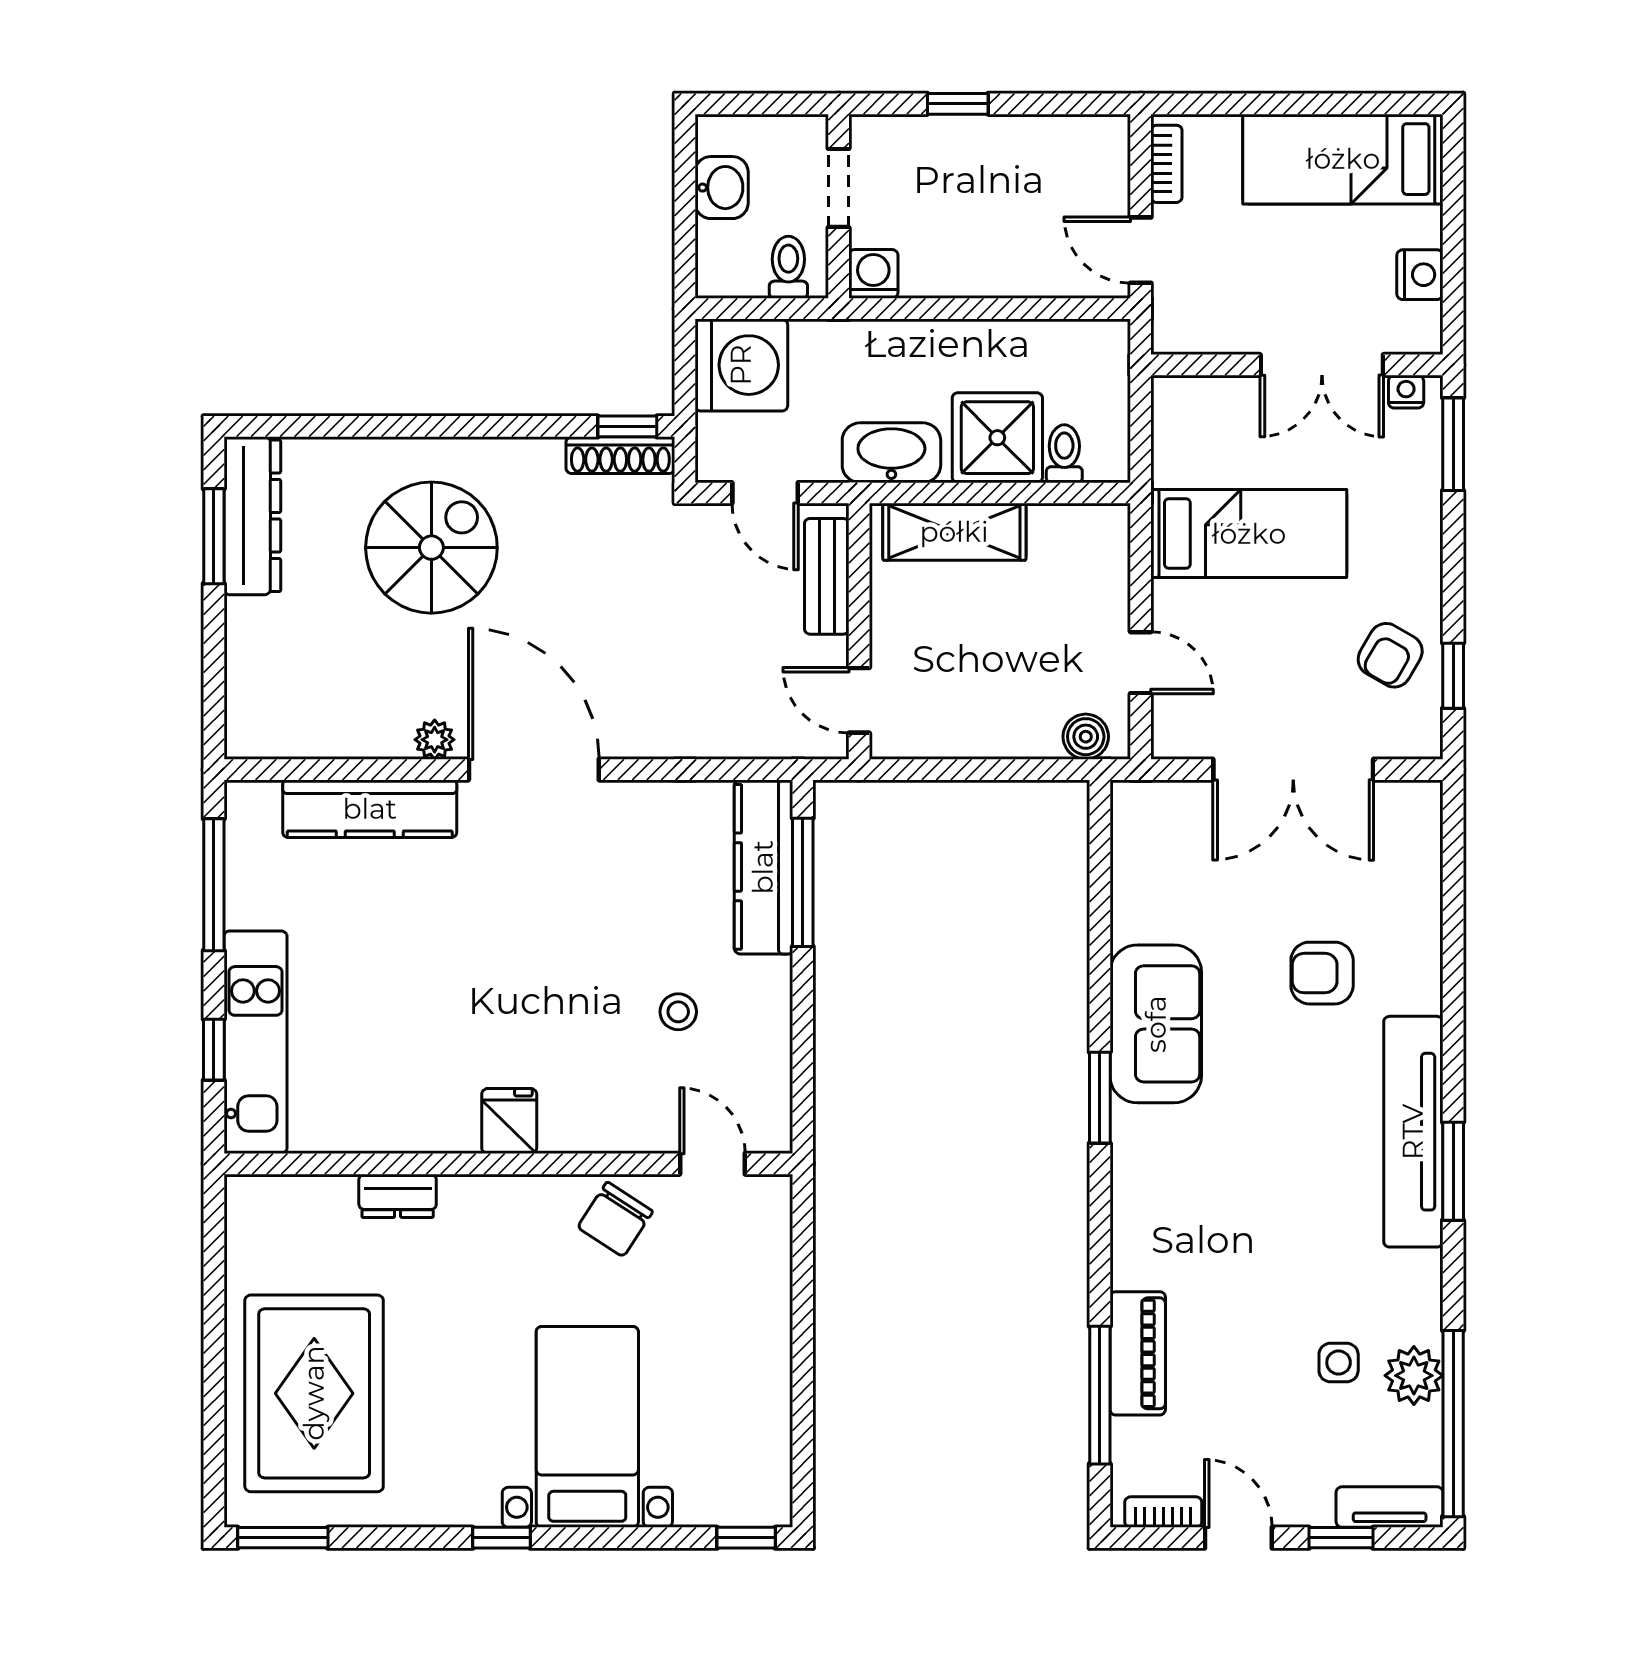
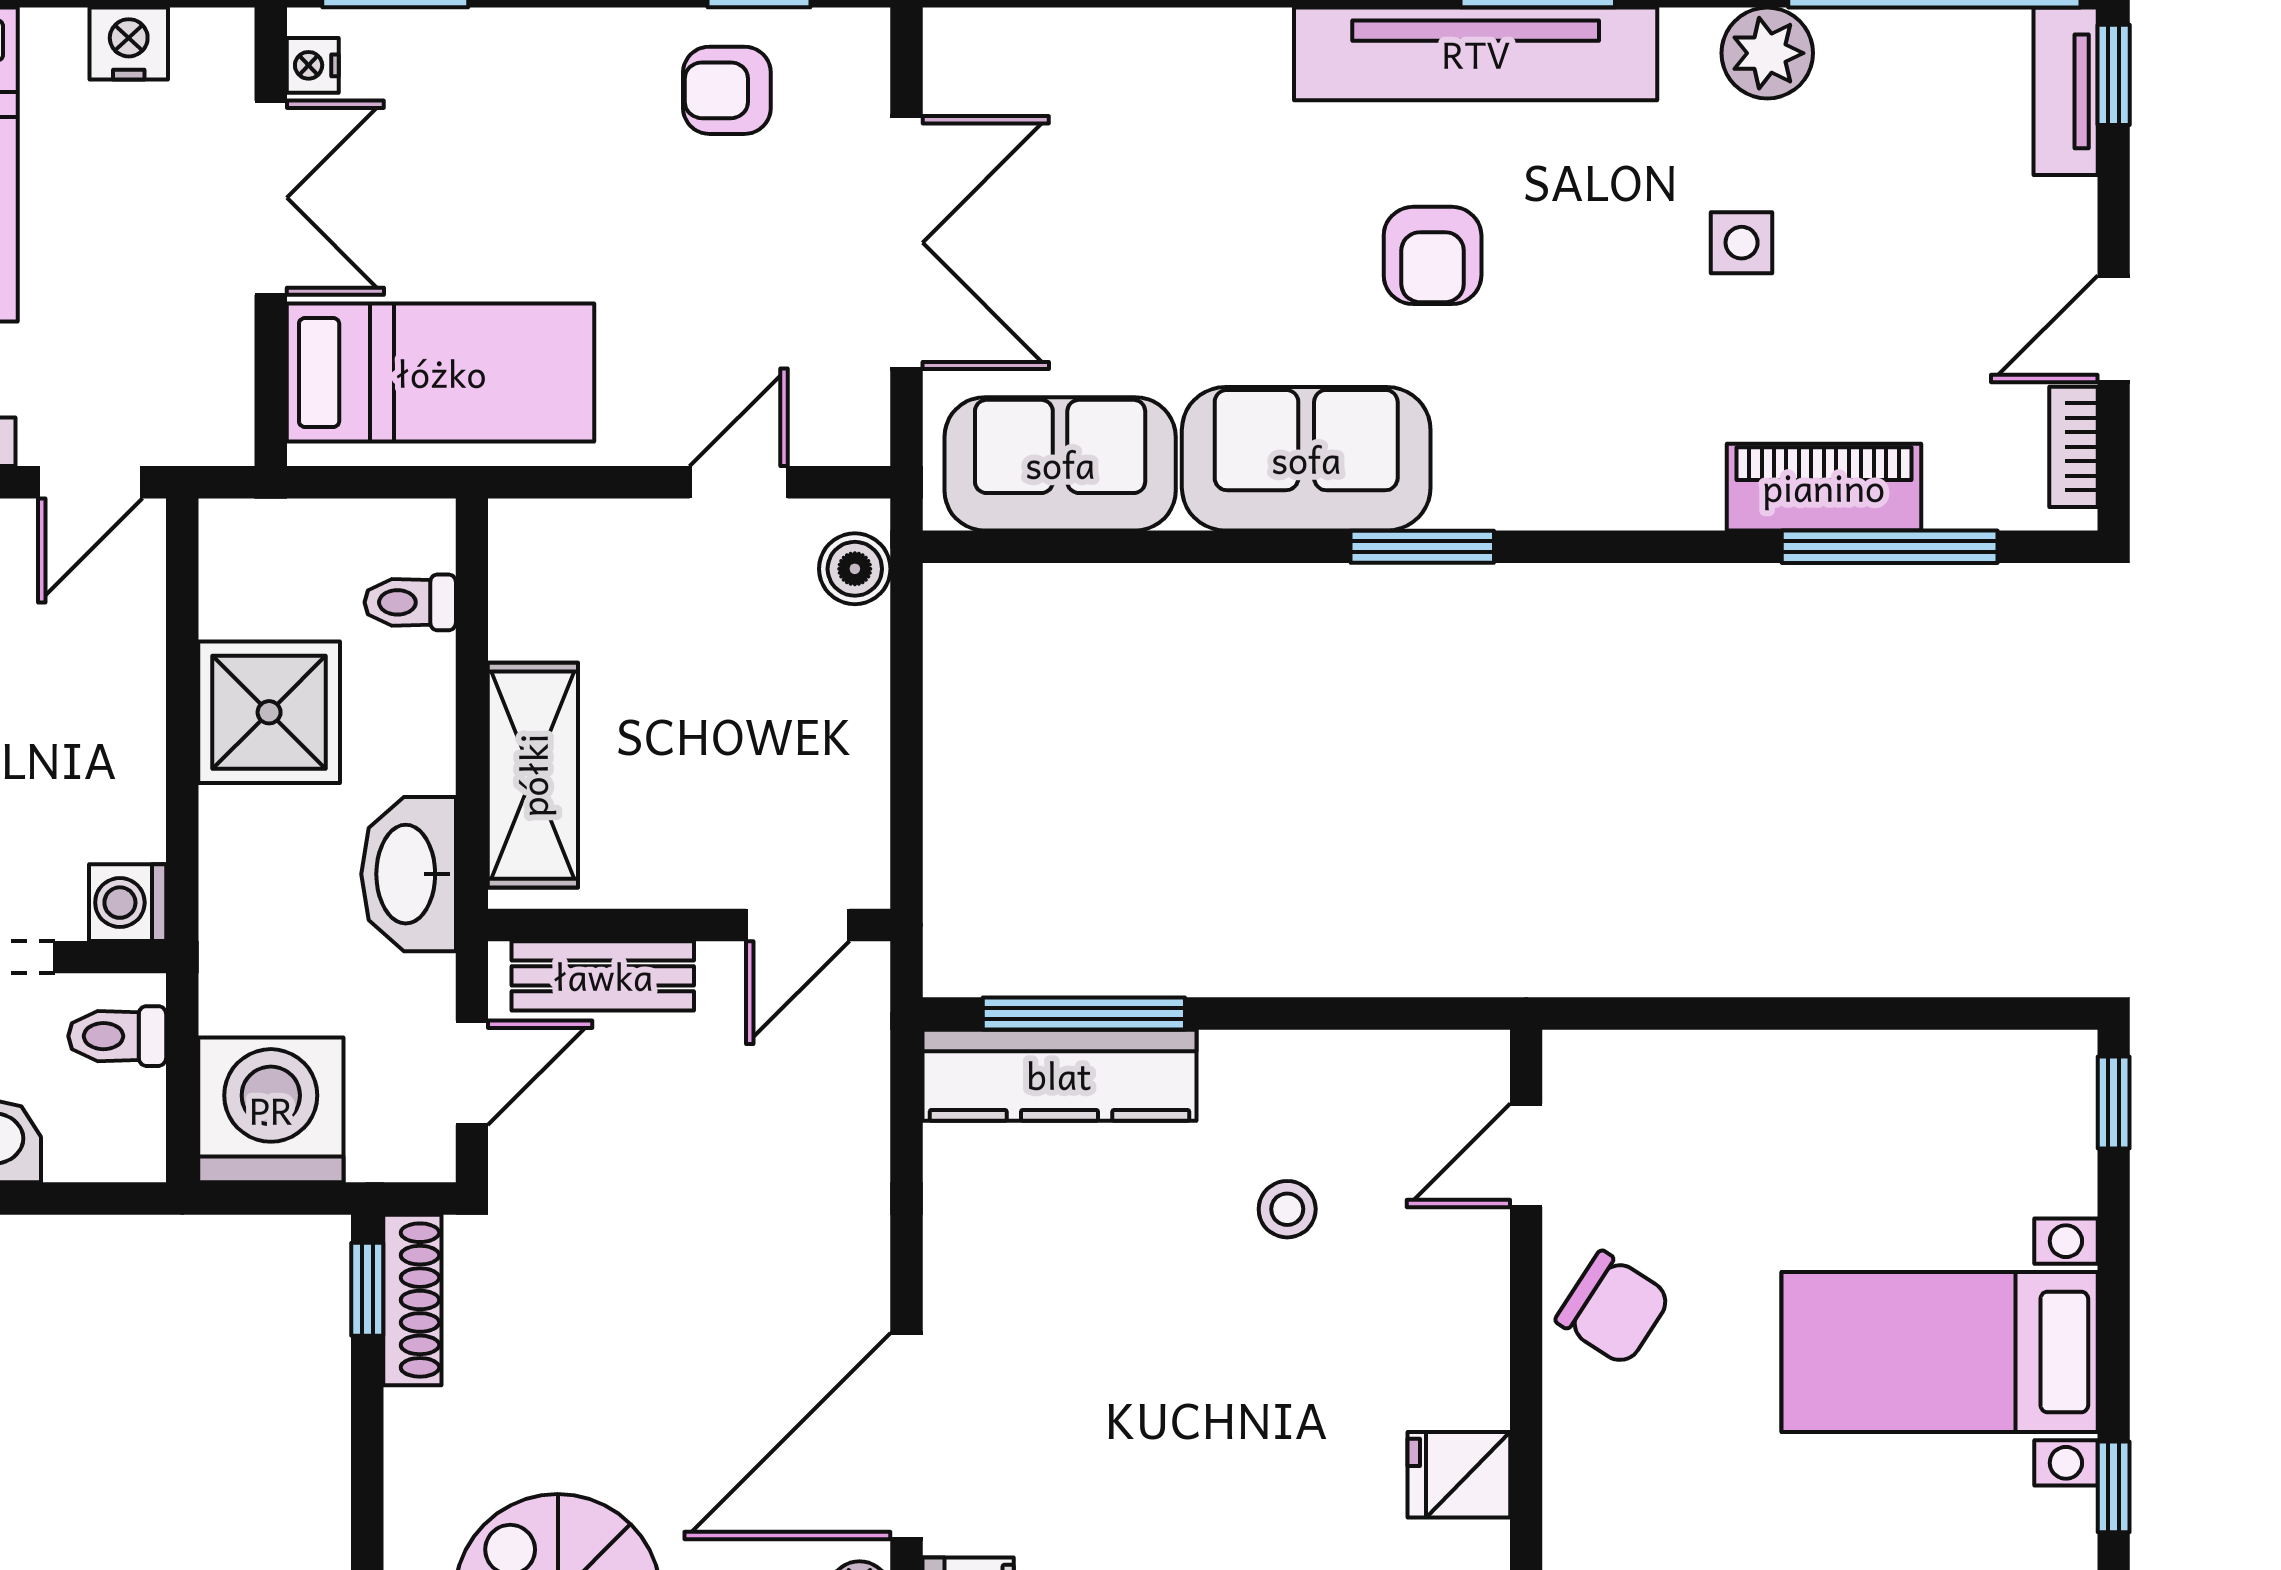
shower: (997, 438) -> (269, 712), moved
bed: (1249, 534) -> (441, 373), moved, turned 90
armchair: (1390, 655) -> (727, 90), turned 150
sofa: (1152, 867) -> (1060, 464), added
armchair: (1322, 973) -> (1433, 255), moved
side table: (1339, 1363) -> (1742, 243), moved
plant: (1414, 1376) -> (1767, 53), moved
window: (1341, 1538) -> (2114, 75), moved

